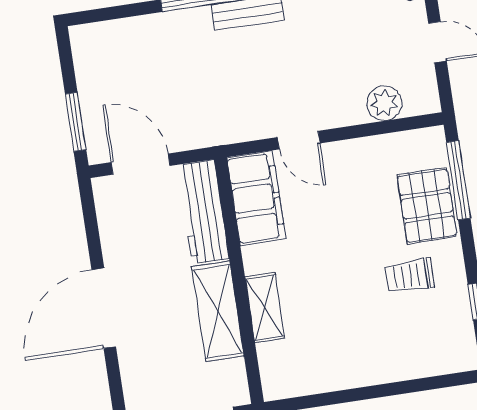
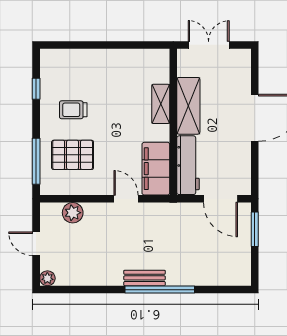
pallet: (427, 206) -> (73, 155), moved, turned 90
trolley: (409, 276) -> (73, 110), turned 180

